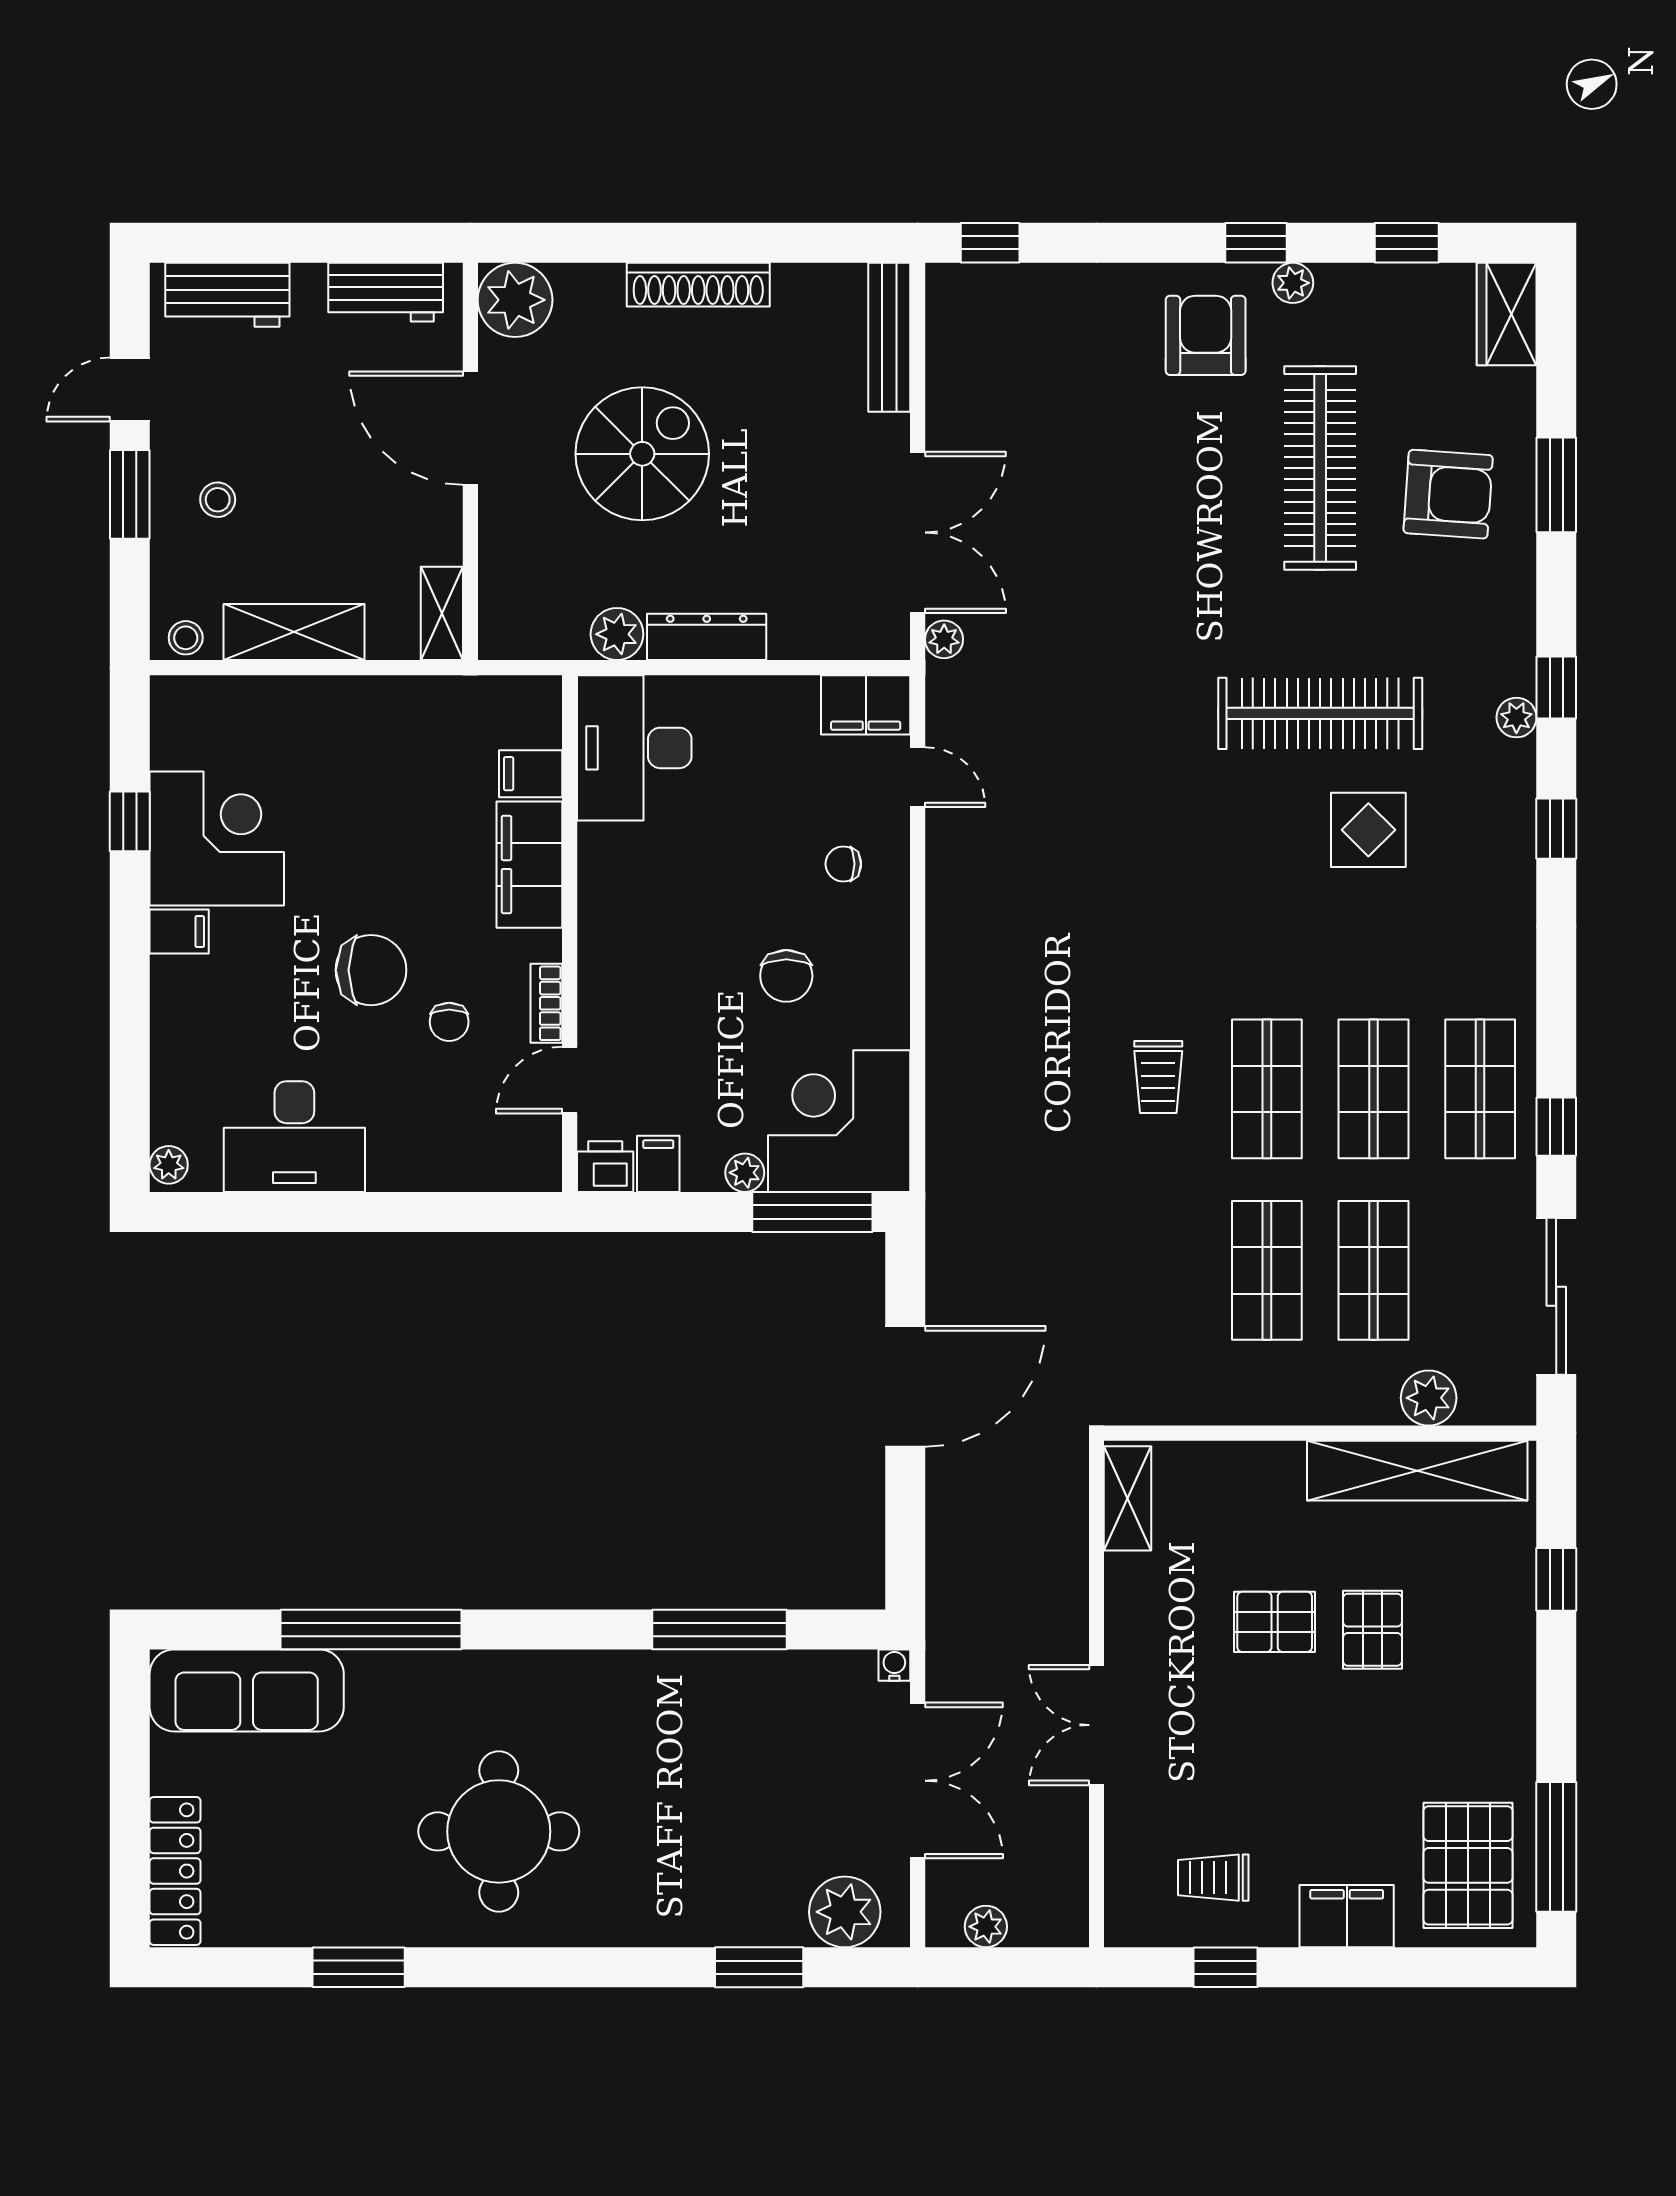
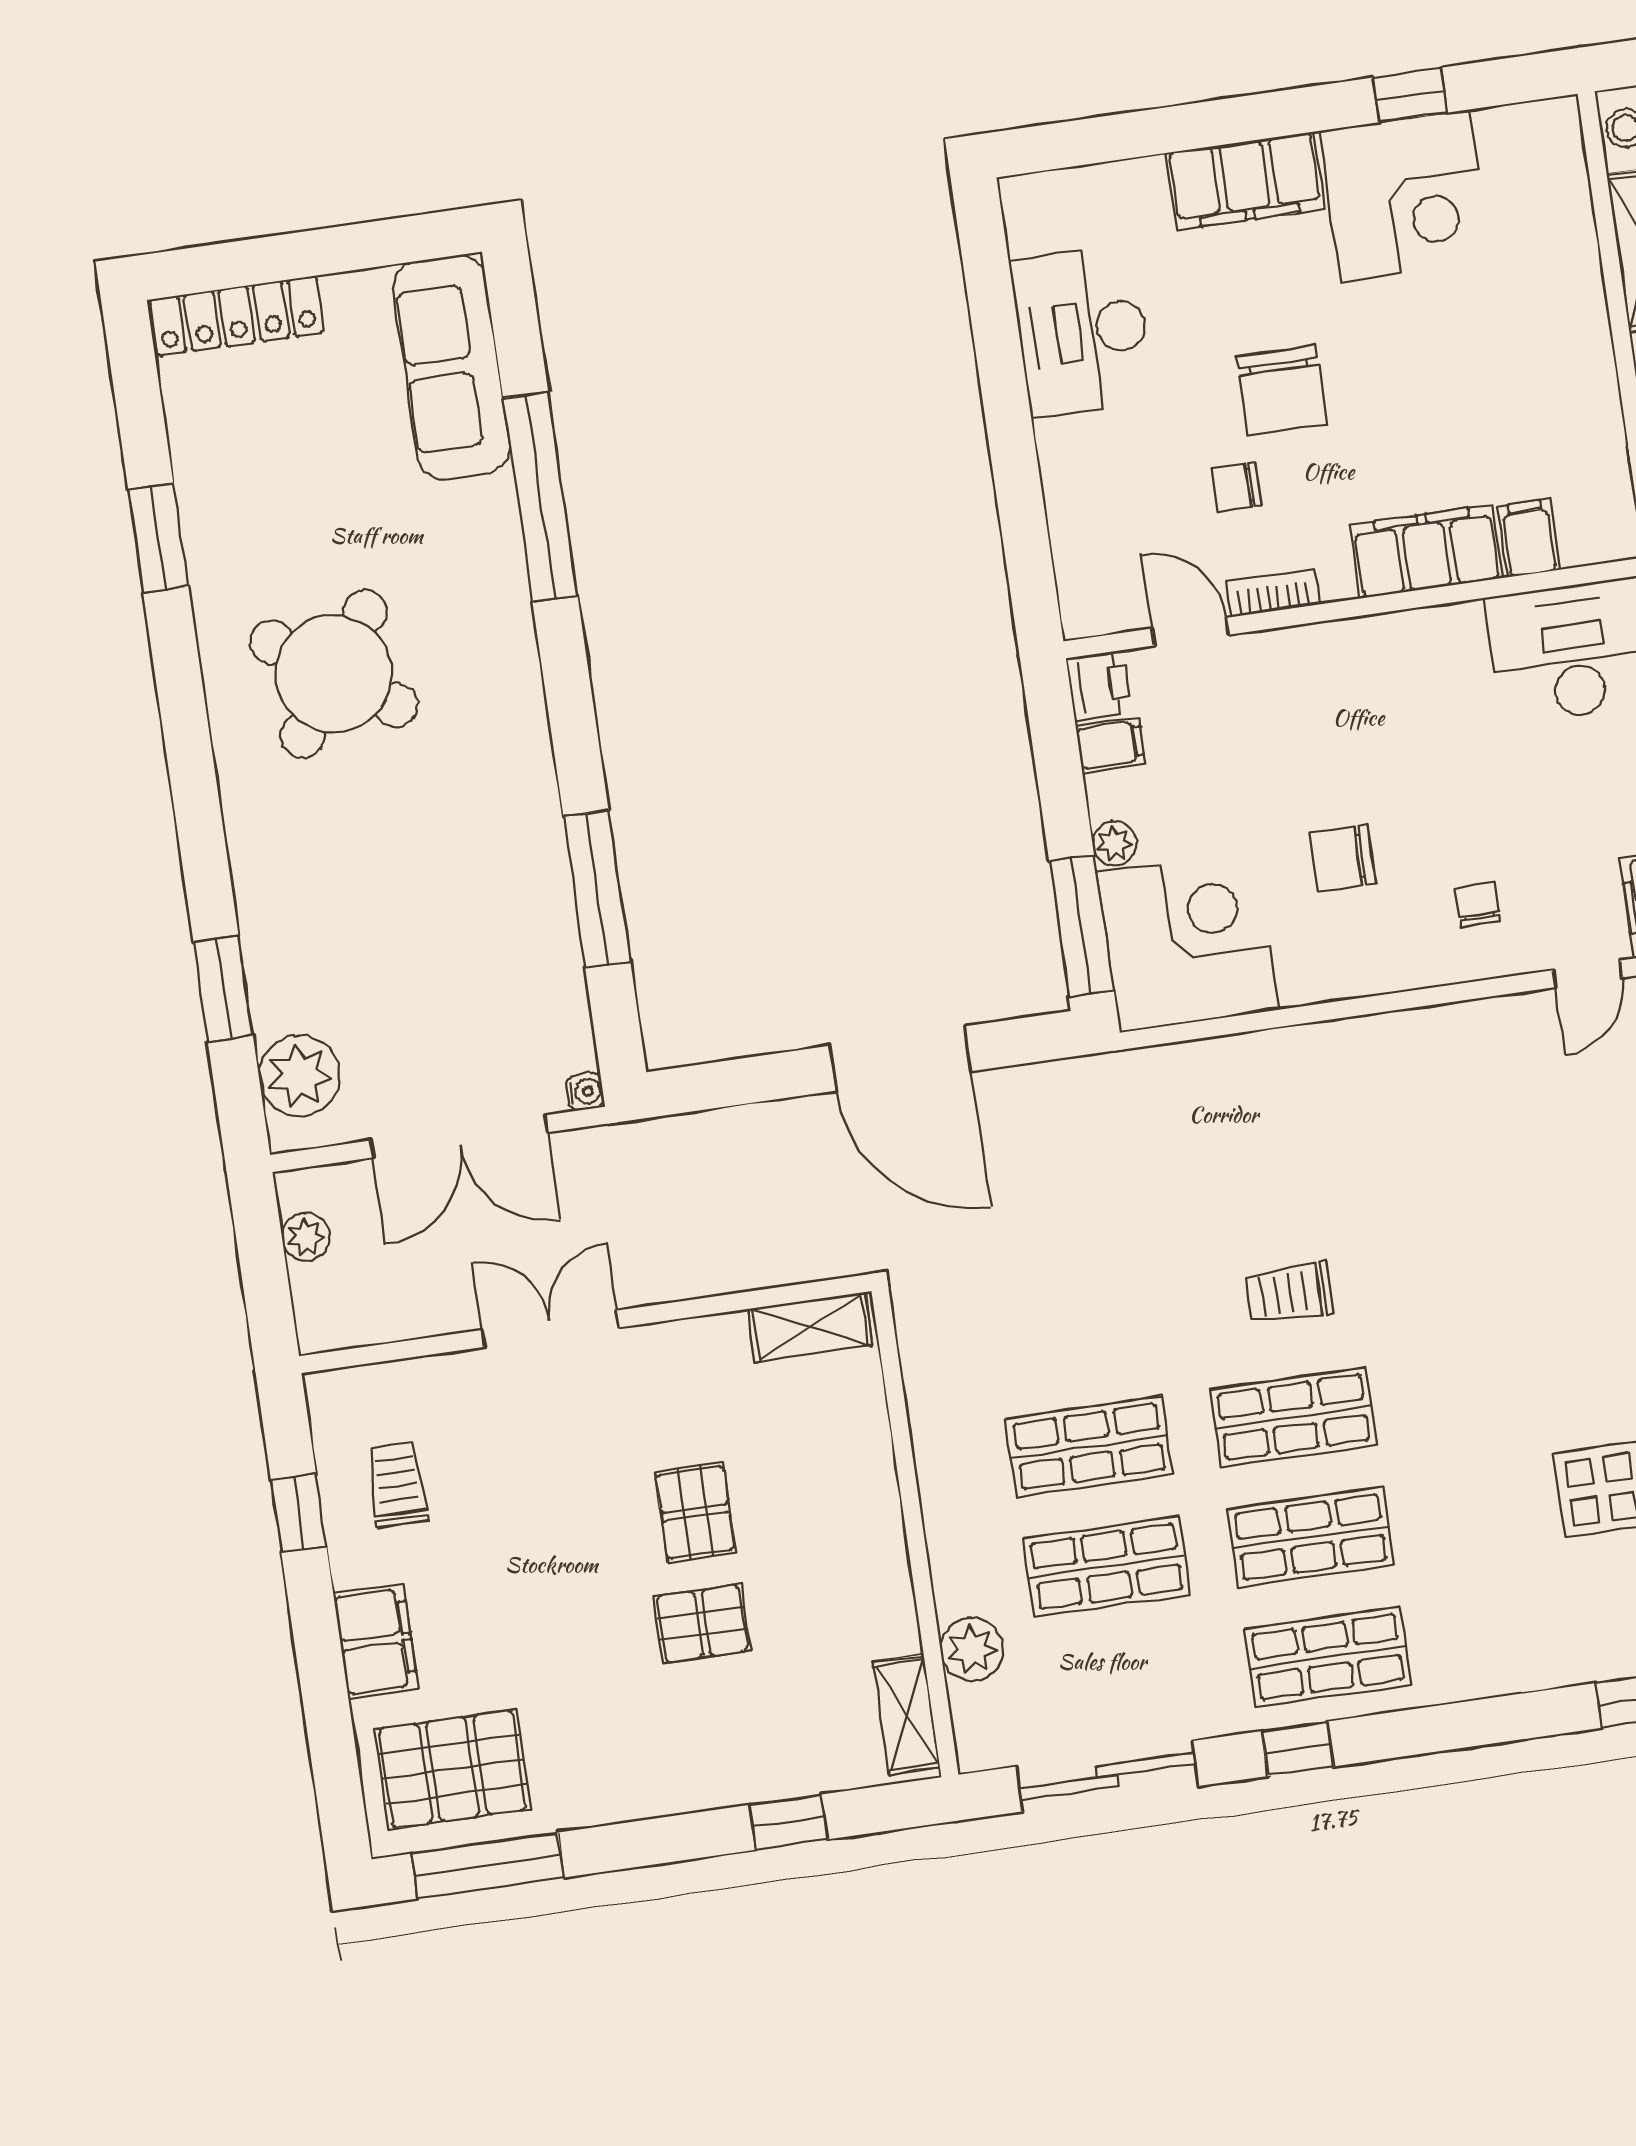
filing cabinet: (179, 932) -> (1245, 181), width x3.00, depth x1.17
plant: (169, 1165) -> (1030, 194), removed
shelving: (1417, 1471) -> (907, 1715), width x0.45, depth x0.75
round table: (499, 1831) -> (334, 674), turned 35

